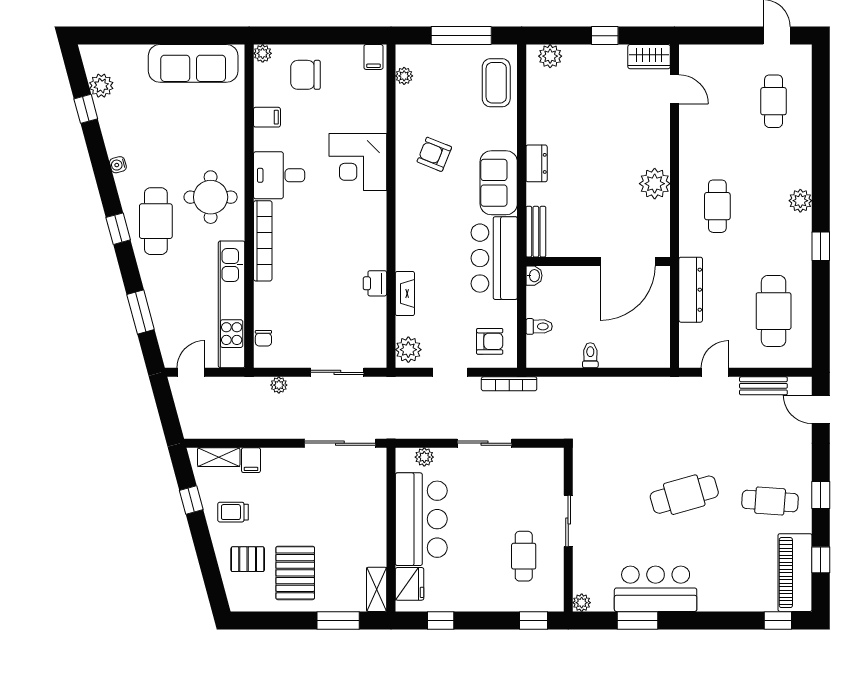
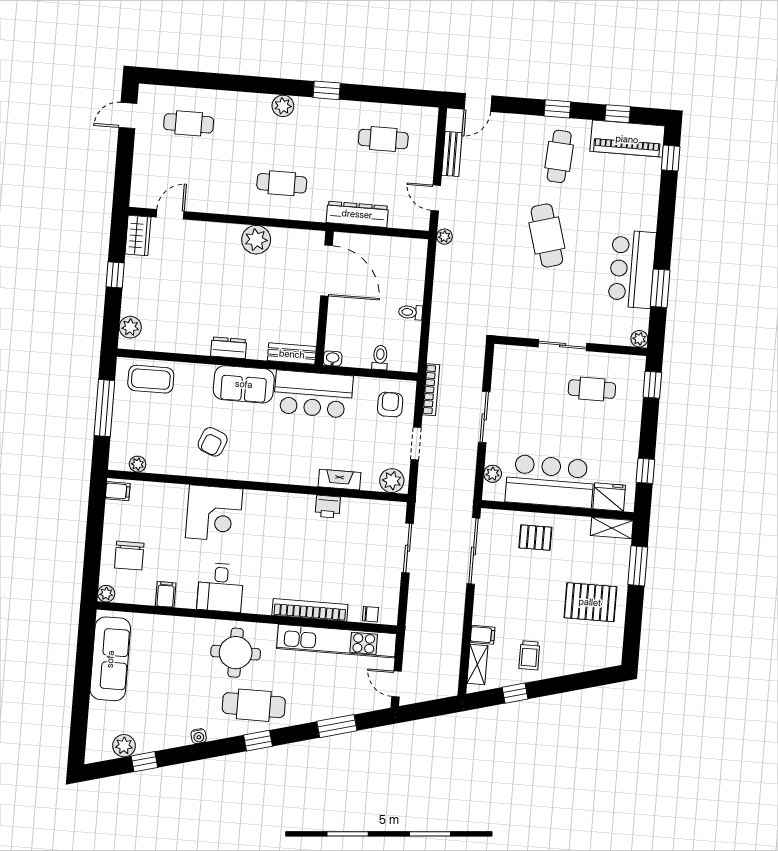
bookcase: (263, 241) -> (310, 610), moved
cafe table: (774, 311) -> (383, 139), width x0.73, depth x0.74
plant: (279, 385) -> (444, 237), moved
pallet: (248, 559) -> (535, 538), moved, turned 90

